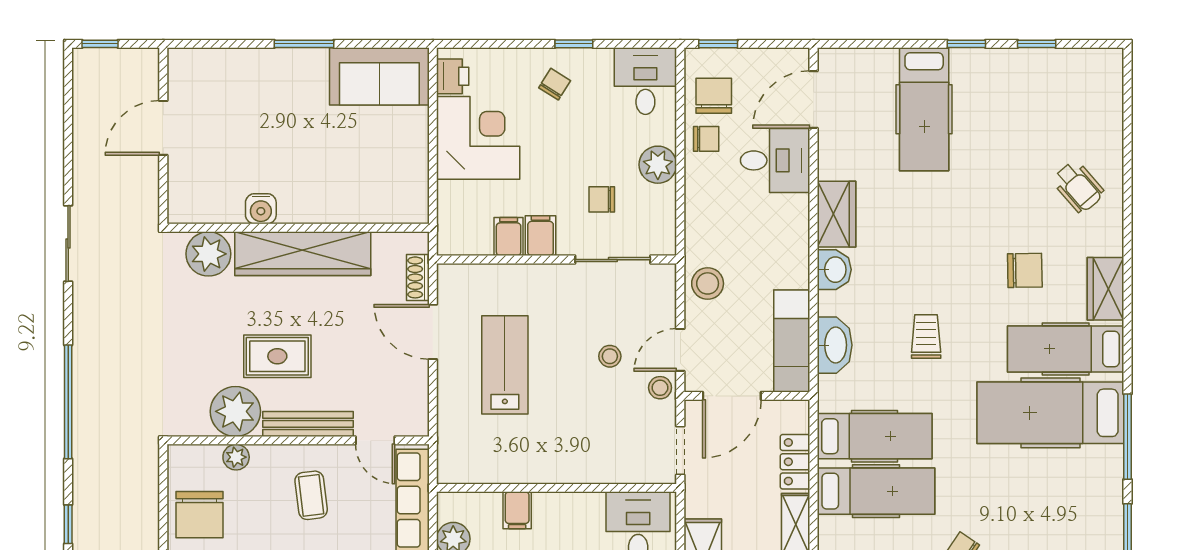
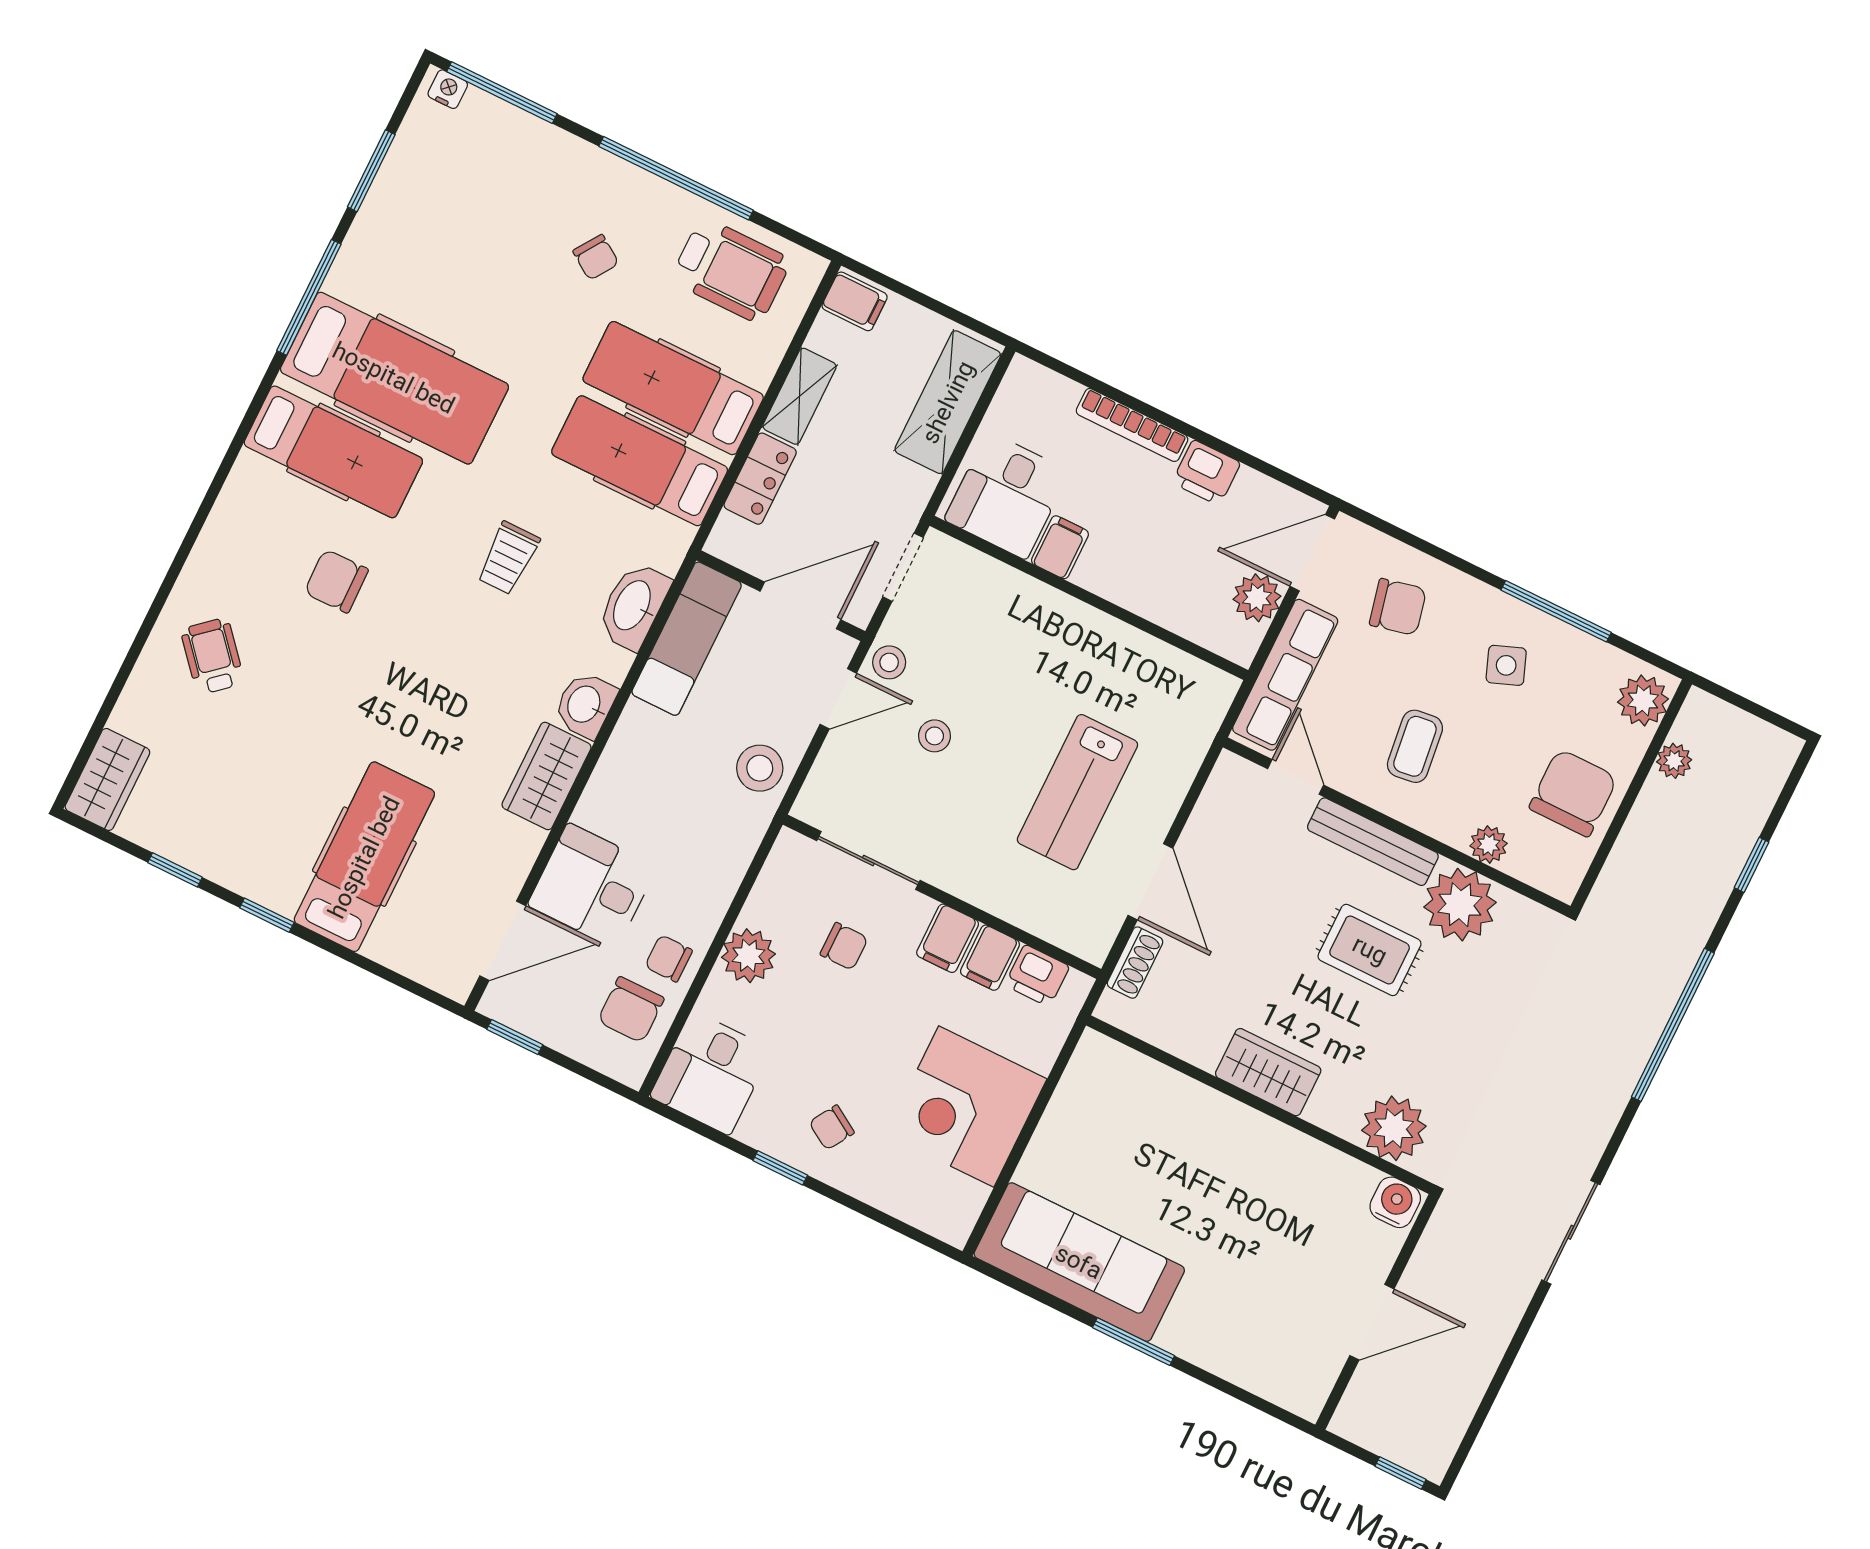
window: (718, 44) -> (515, 1037), moved
sofa: (379, 76) -> (1079, 1262), width x1.36
printer: (453, 76) -> (1037, 976), moved, turned -90
water cooler: (261, 209) -> (1395, 1202), moved
wardrobe: (303, 254) -> (1268, 1072), width x0.48, depth x0.85
wardrobe: (1106, 289) -> (107, 779), moved
filing cabinet: (517, 510) -> (1060, 547), moved

